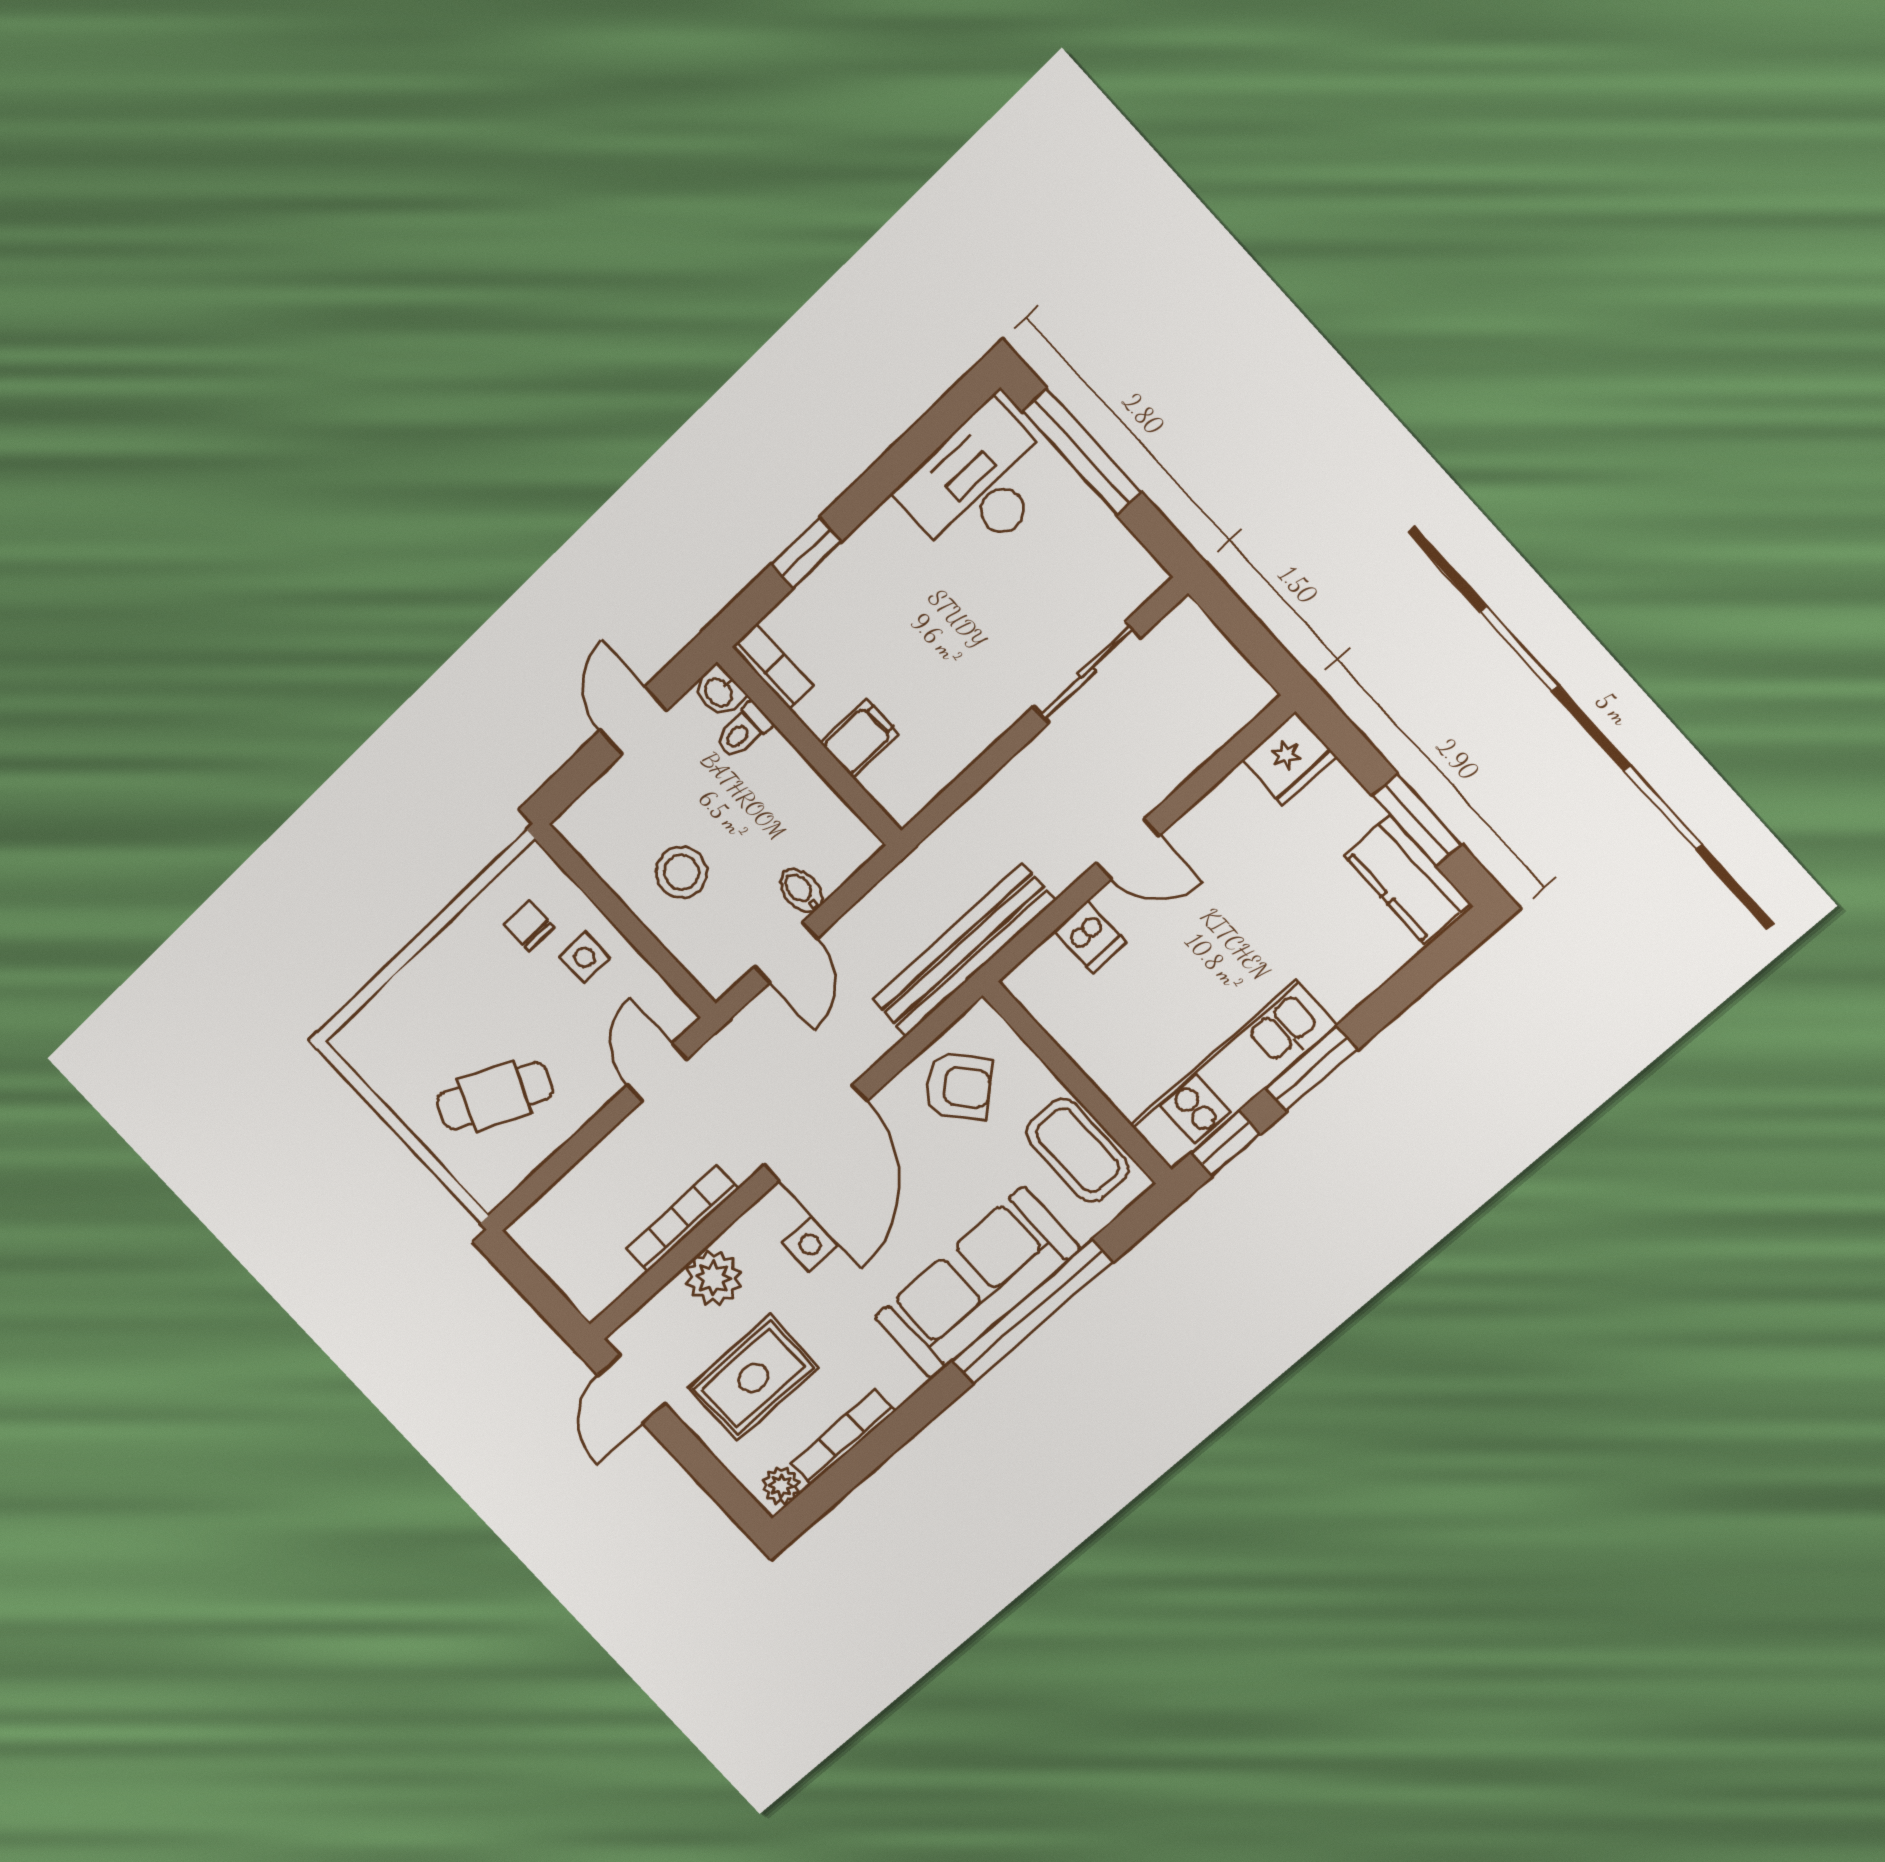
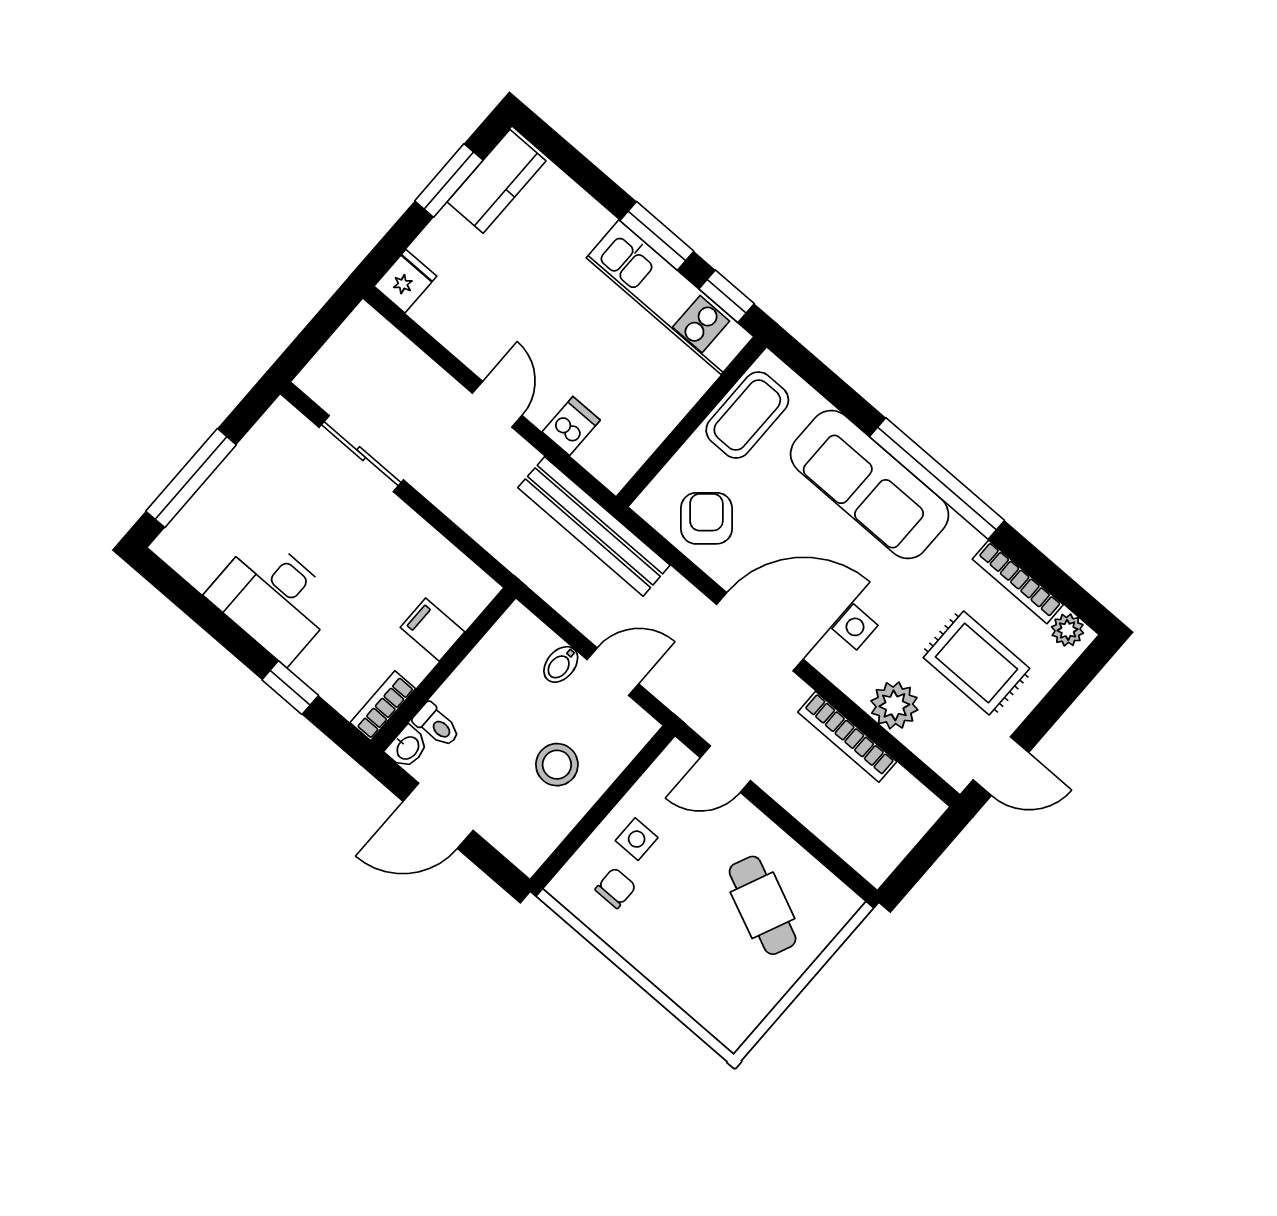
desk: (979, 485) -> (273, 598), moved
door: (633, 721) -> (438, 816), width x1.38
fridge: (1289, 758) -> (405, 281), width x0.72
chair: (529, 926) -> (616, 888), turned 180
window: (1032, 1312) -> (937, 478), moved

